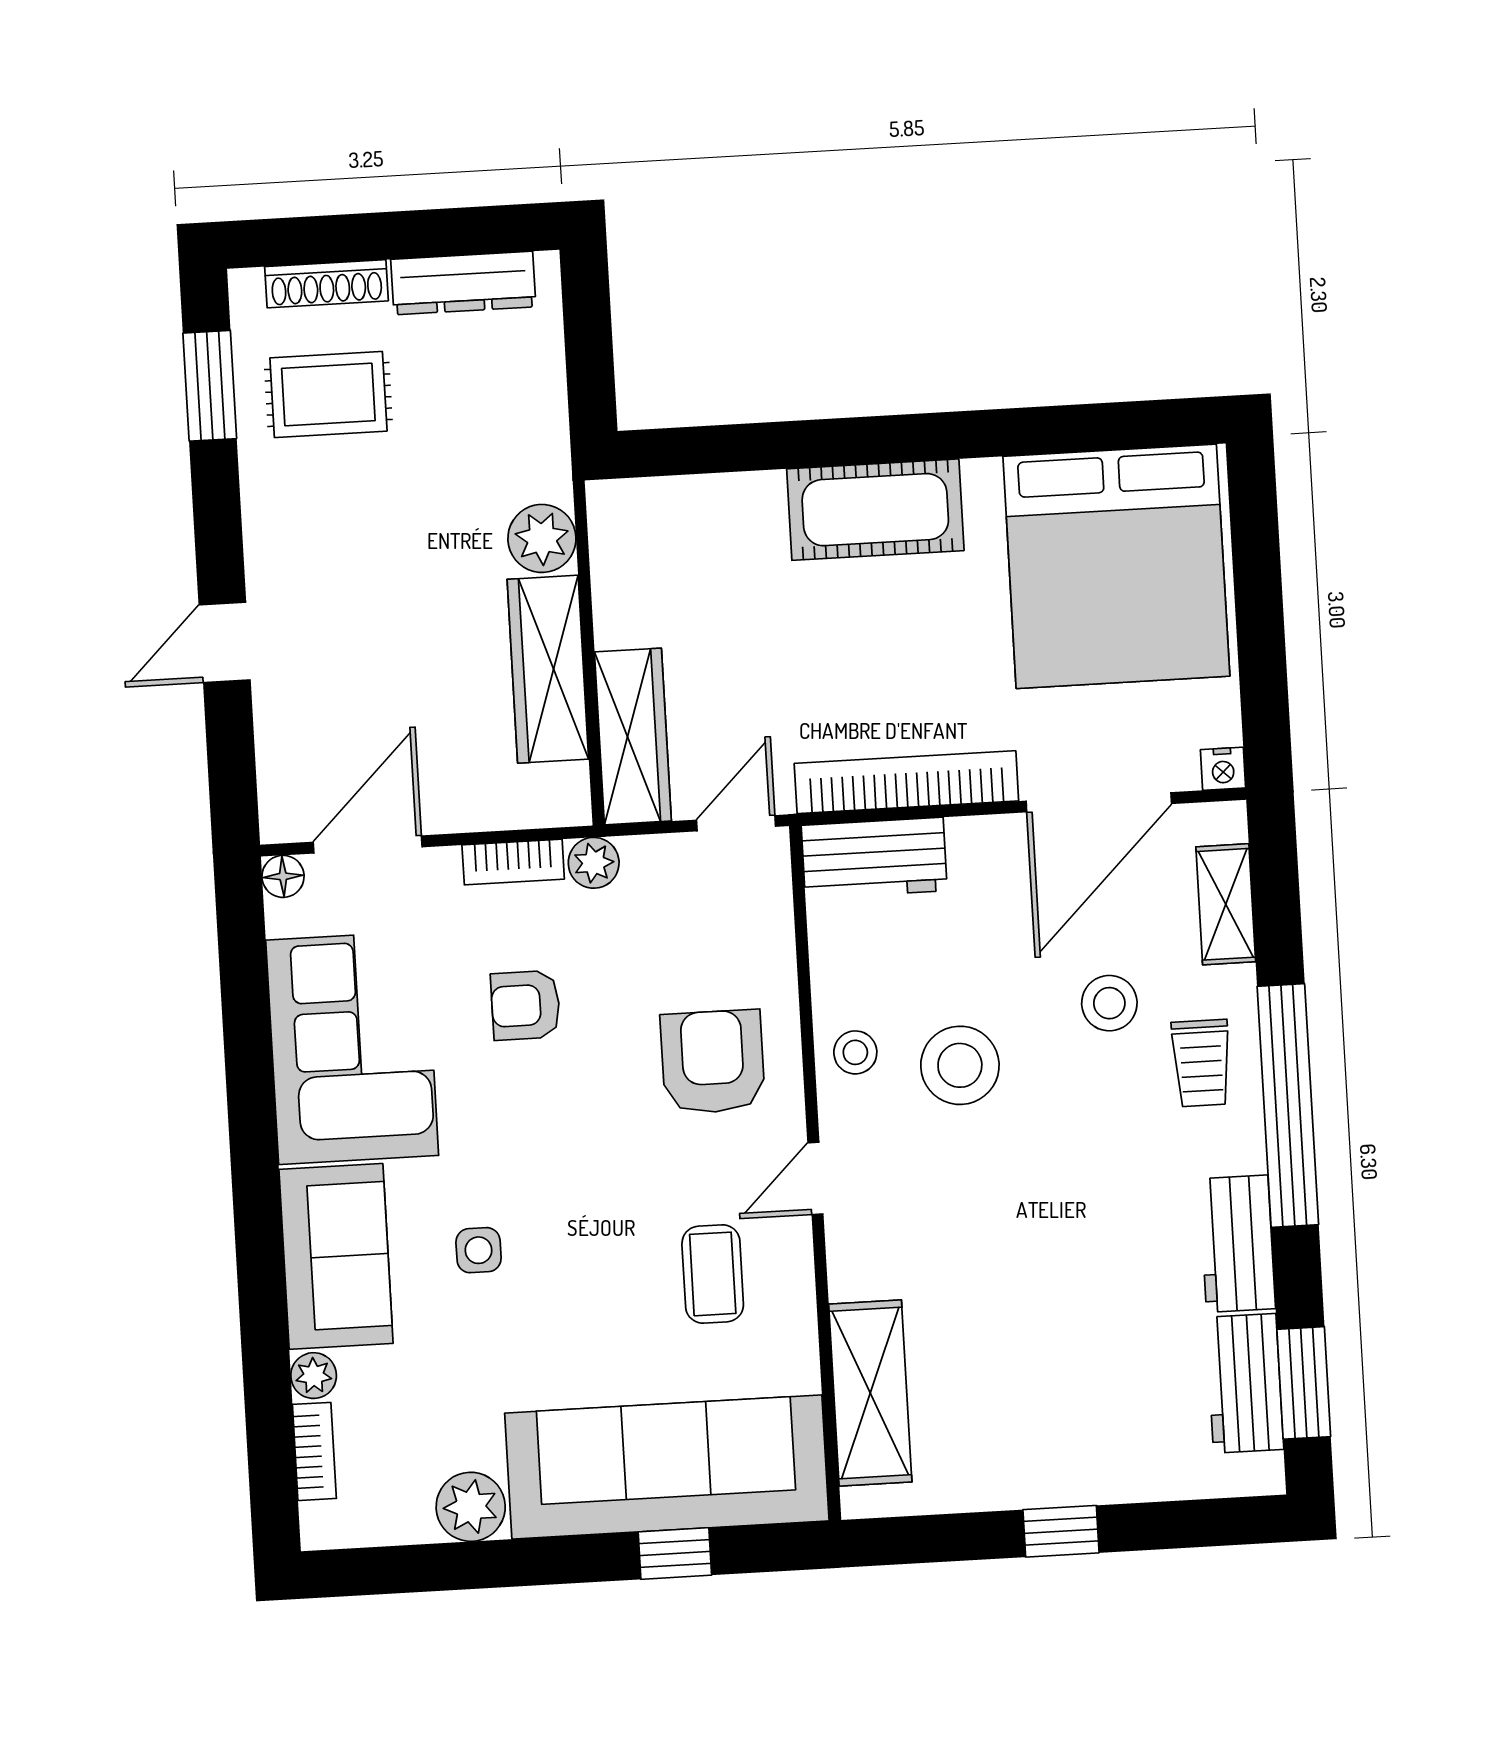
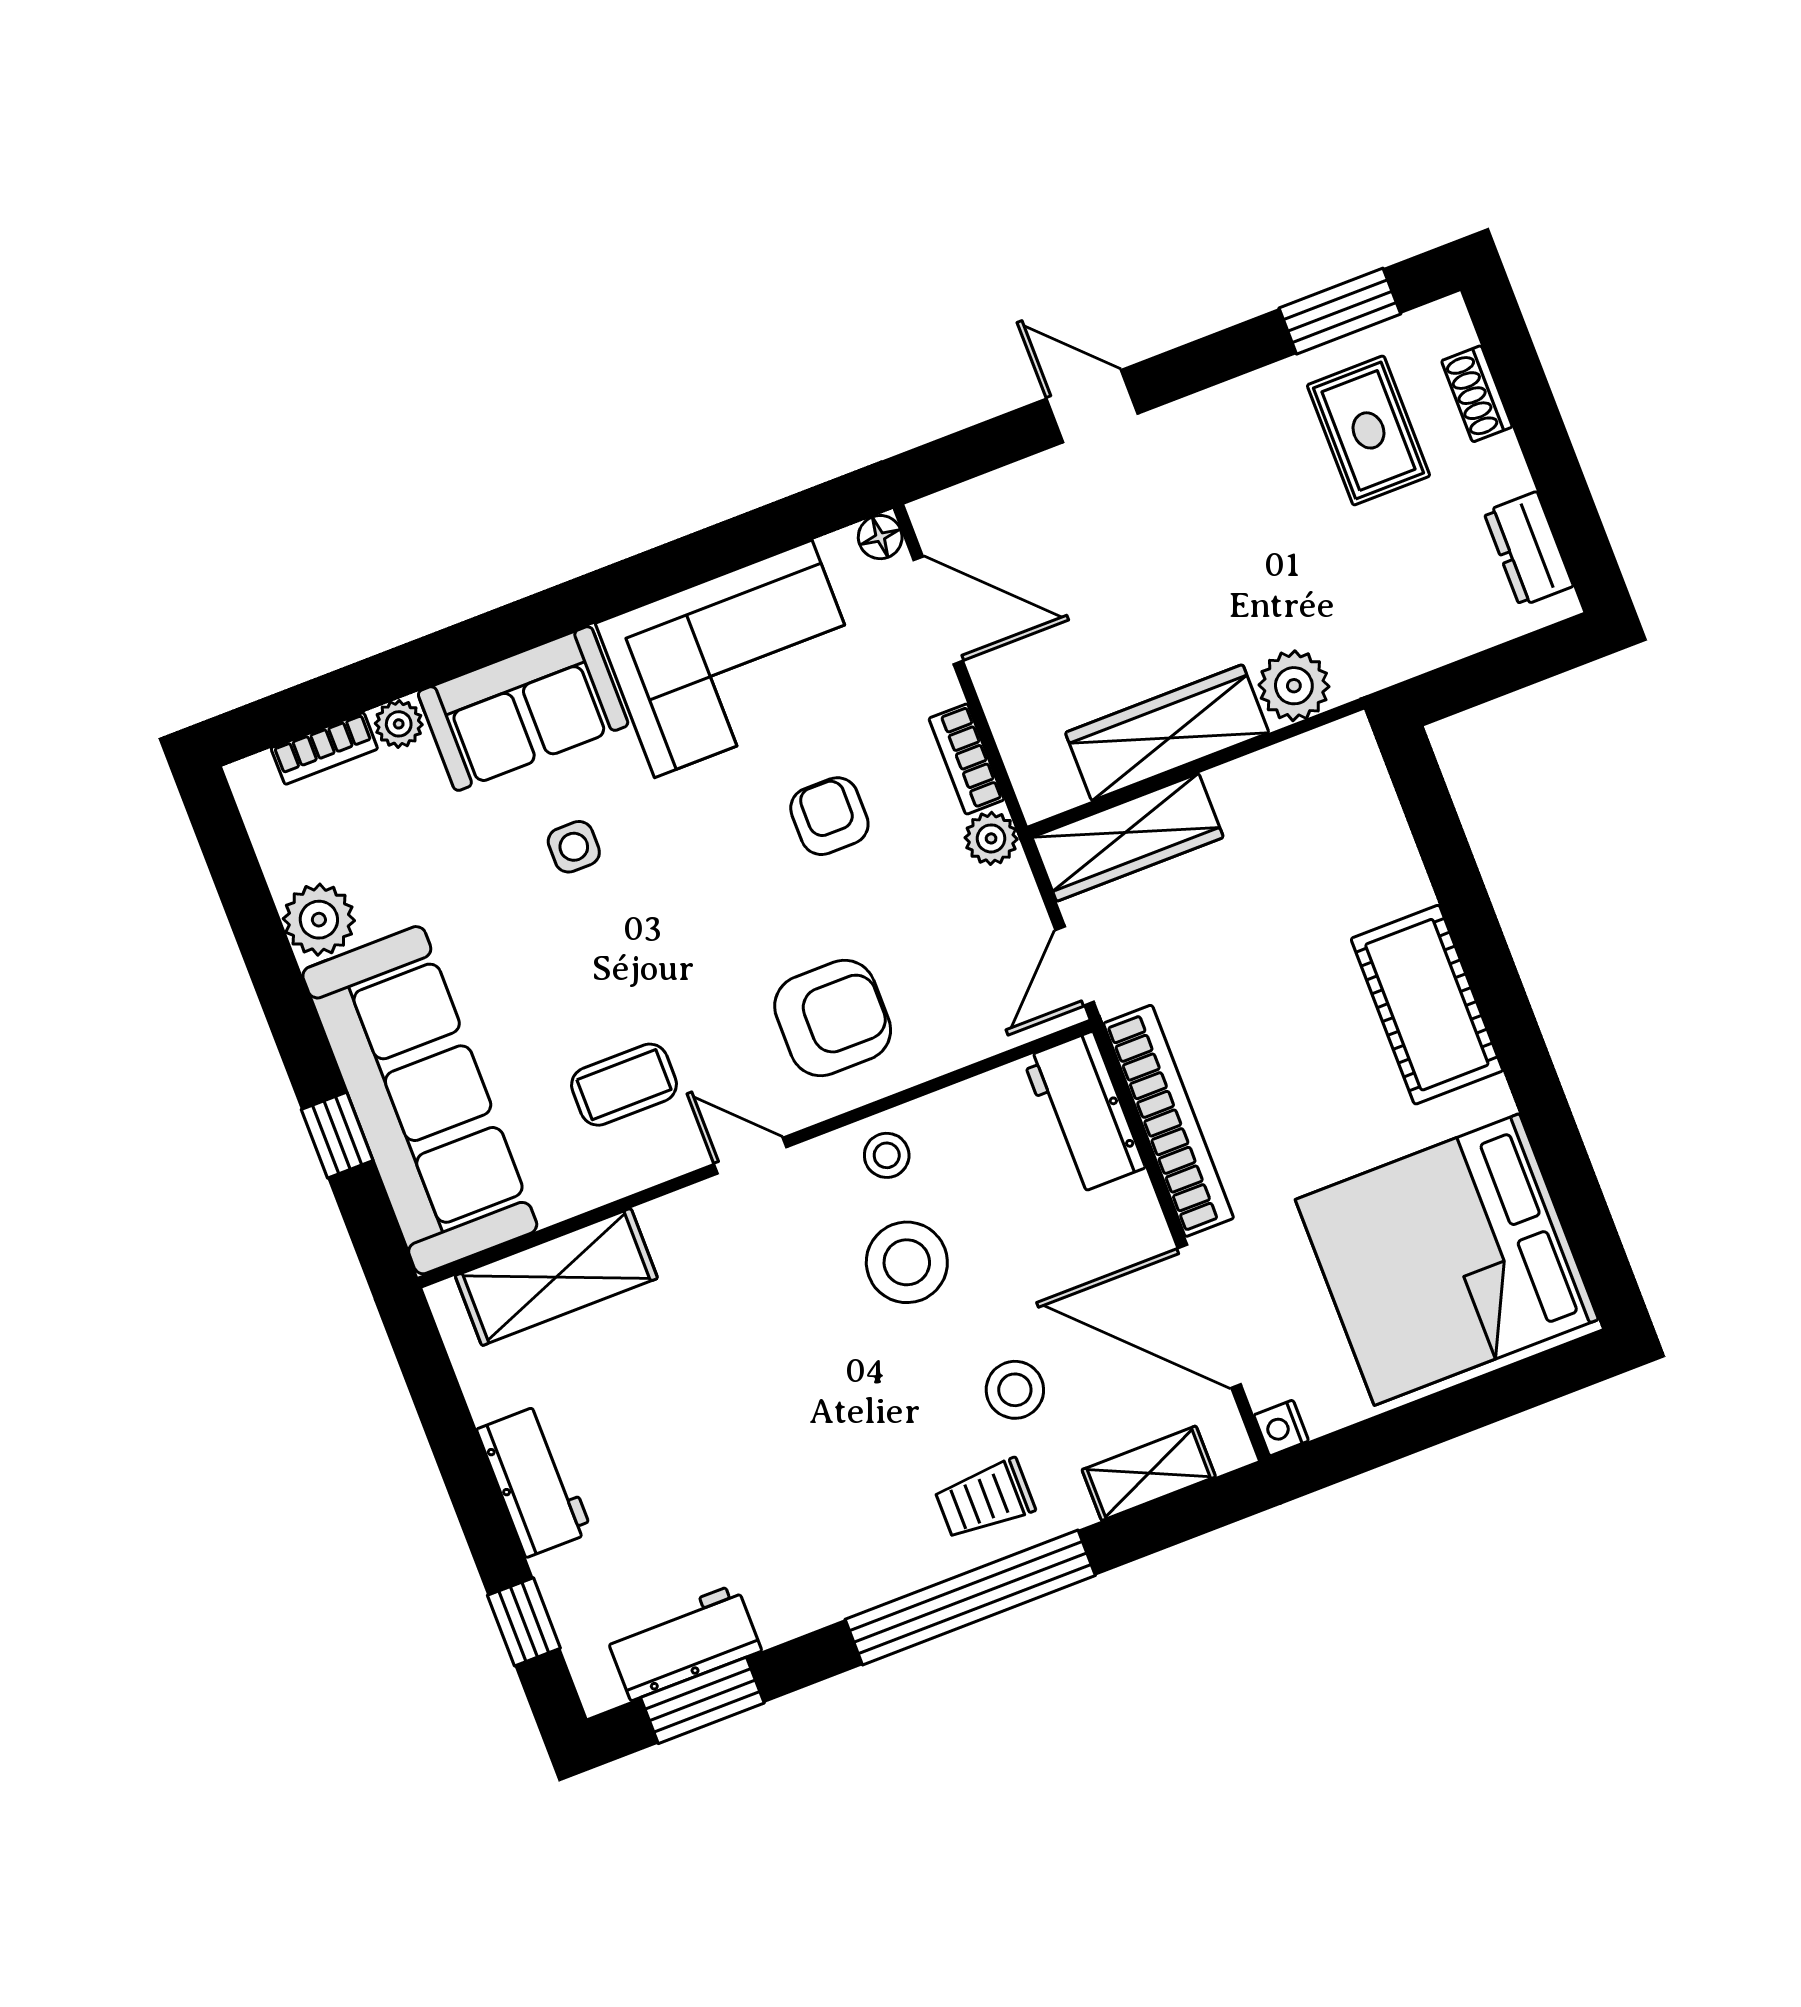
dresser: (463, 283) -> (1528, 549), width x0.70
shoe rack: (326, 284) -> (1477, 394), width x0.70
door: (736, 823) -> (1075, 966), swing flipped
workbench: (1237, 1244) -> (534, 1481), moved, turned 90
window: (1061, 1531) -> (524, 1622), moved

